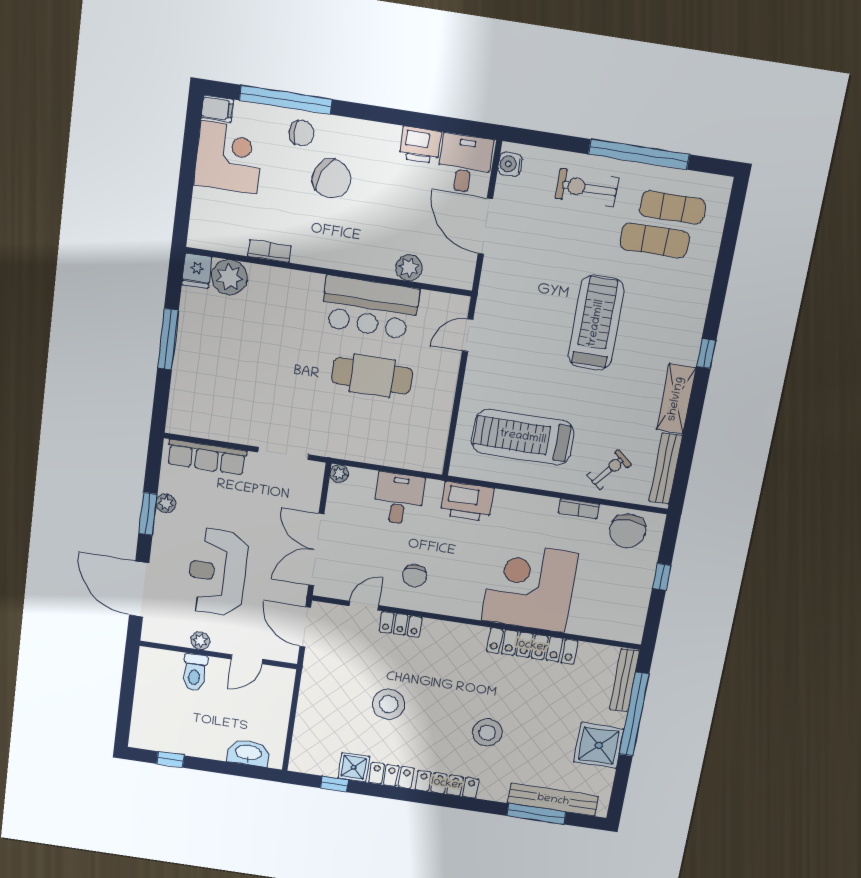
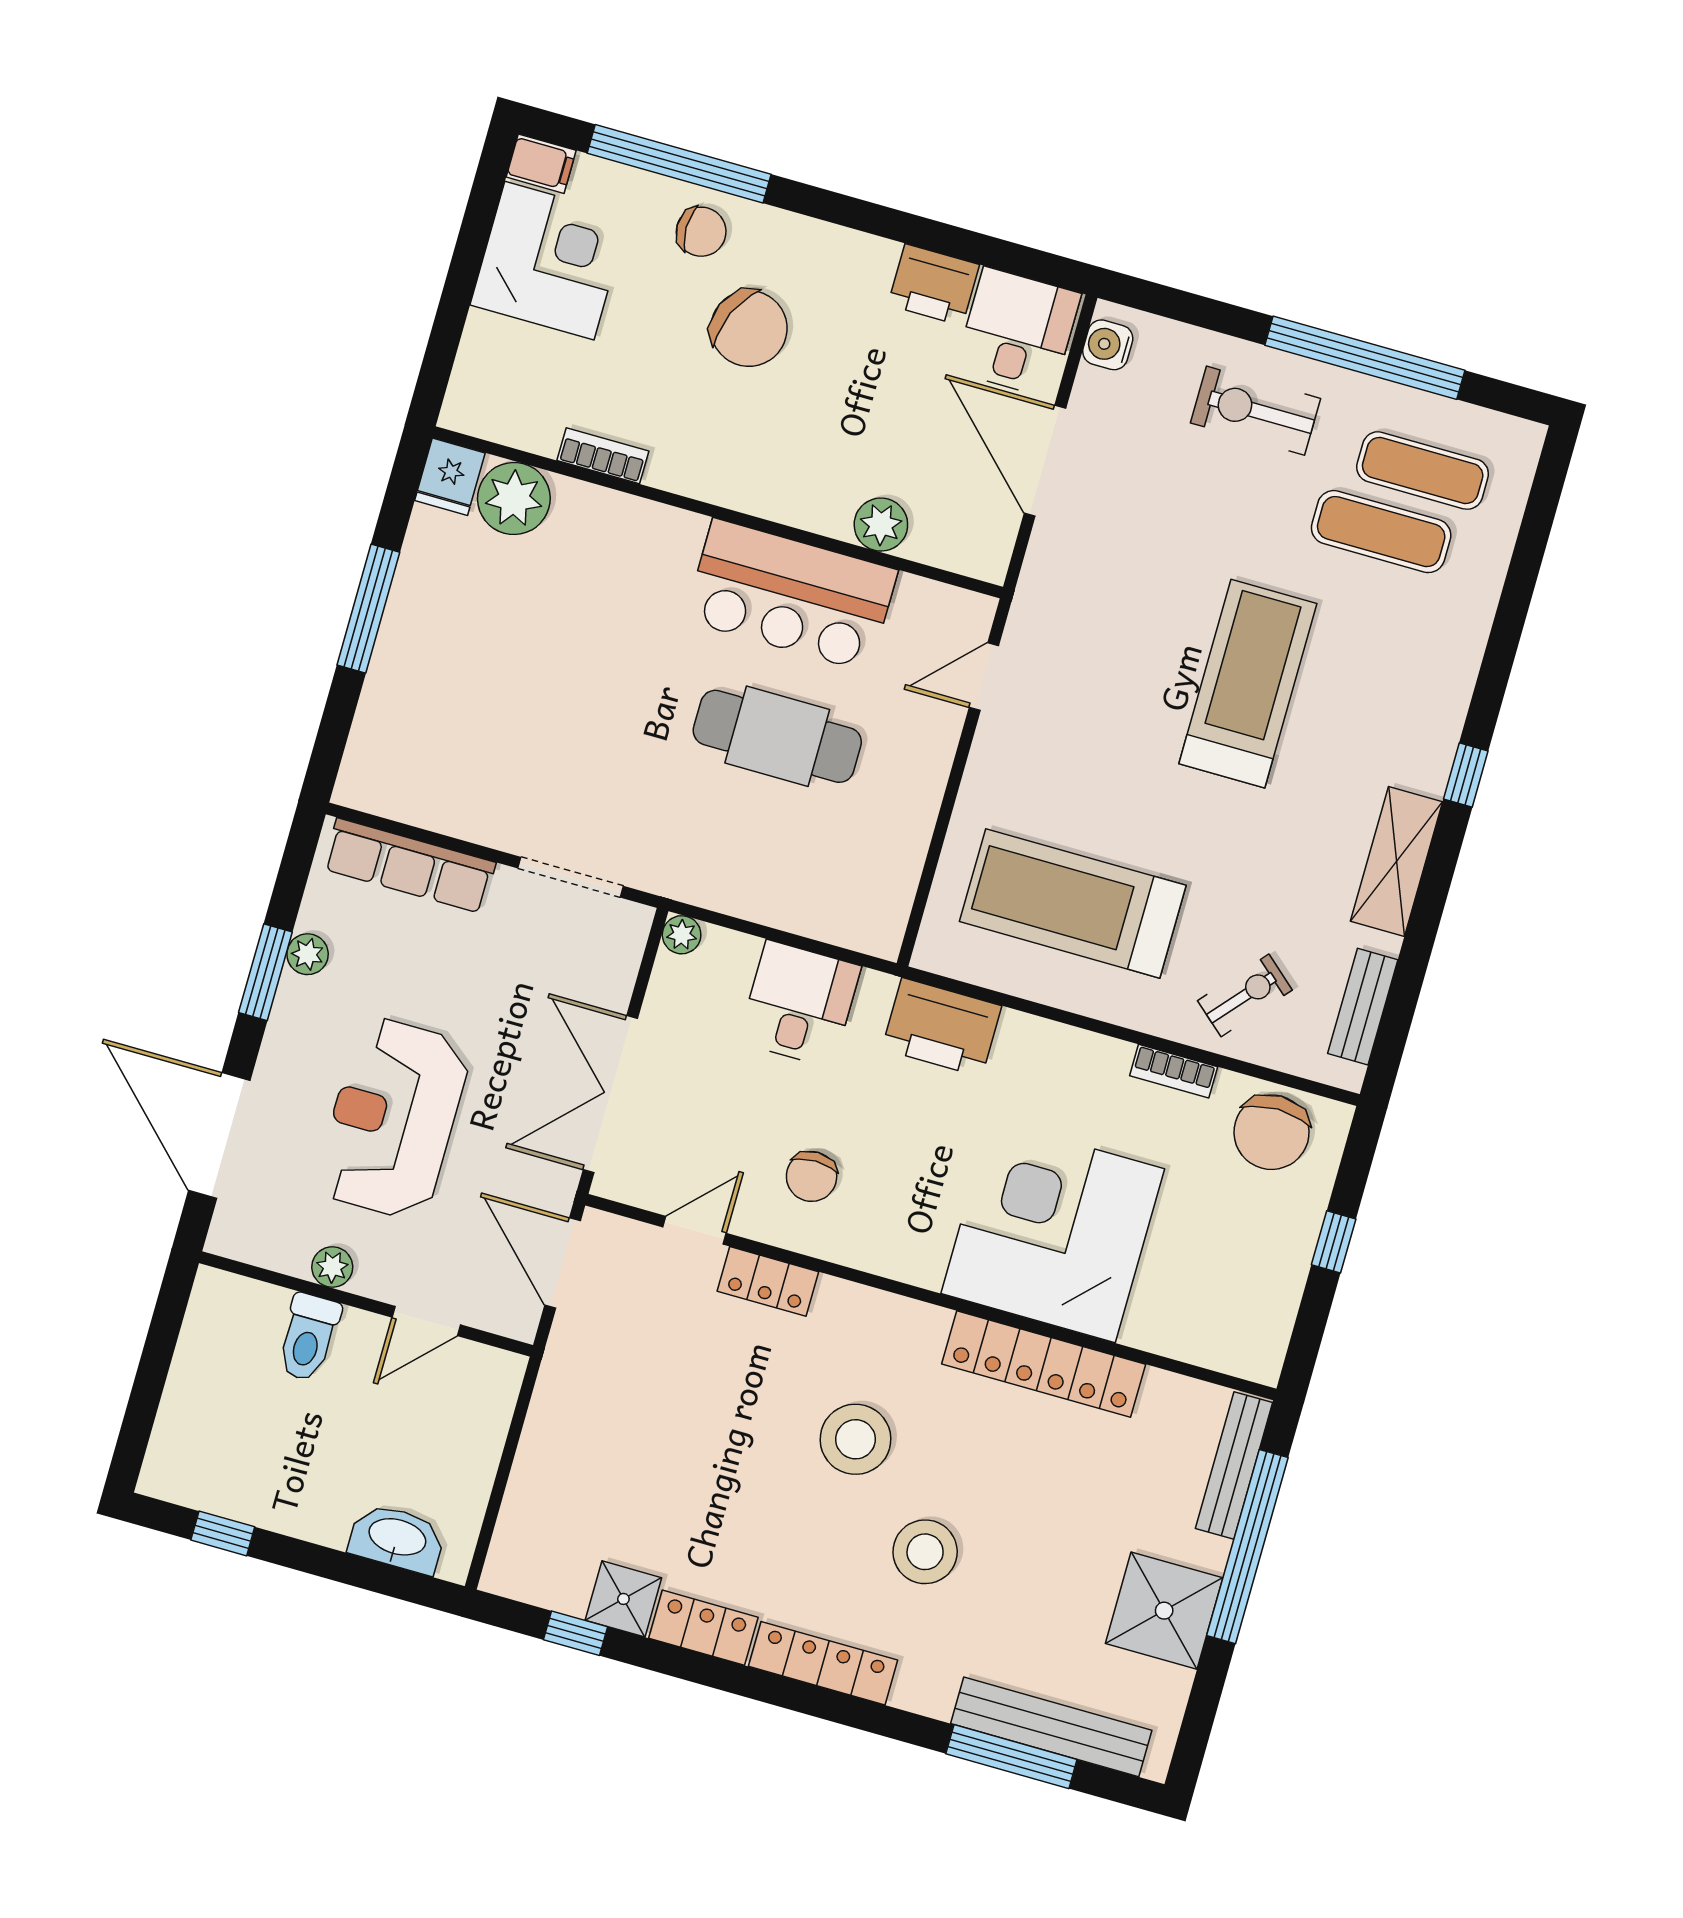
bench: (666, 469) -> (1363, 1007), width x0.73
stool: (389, 704) -> (856, 1439), moved

